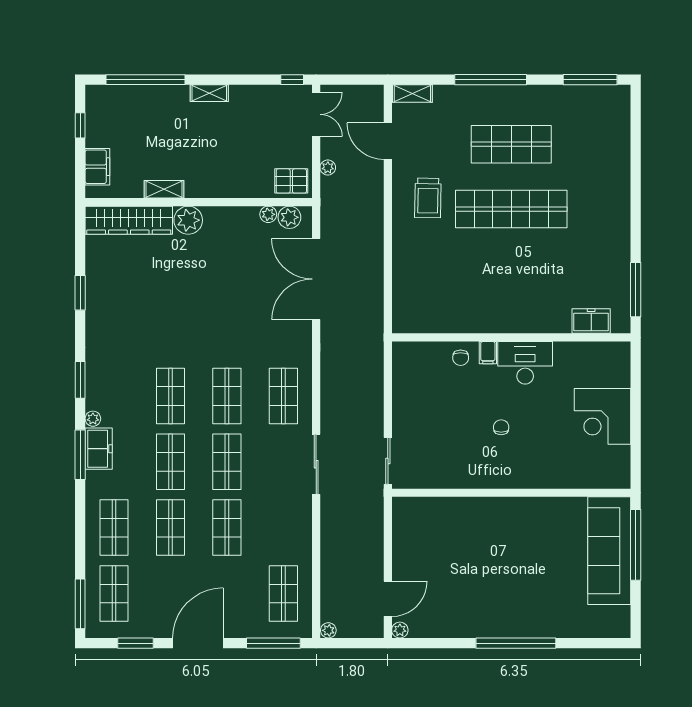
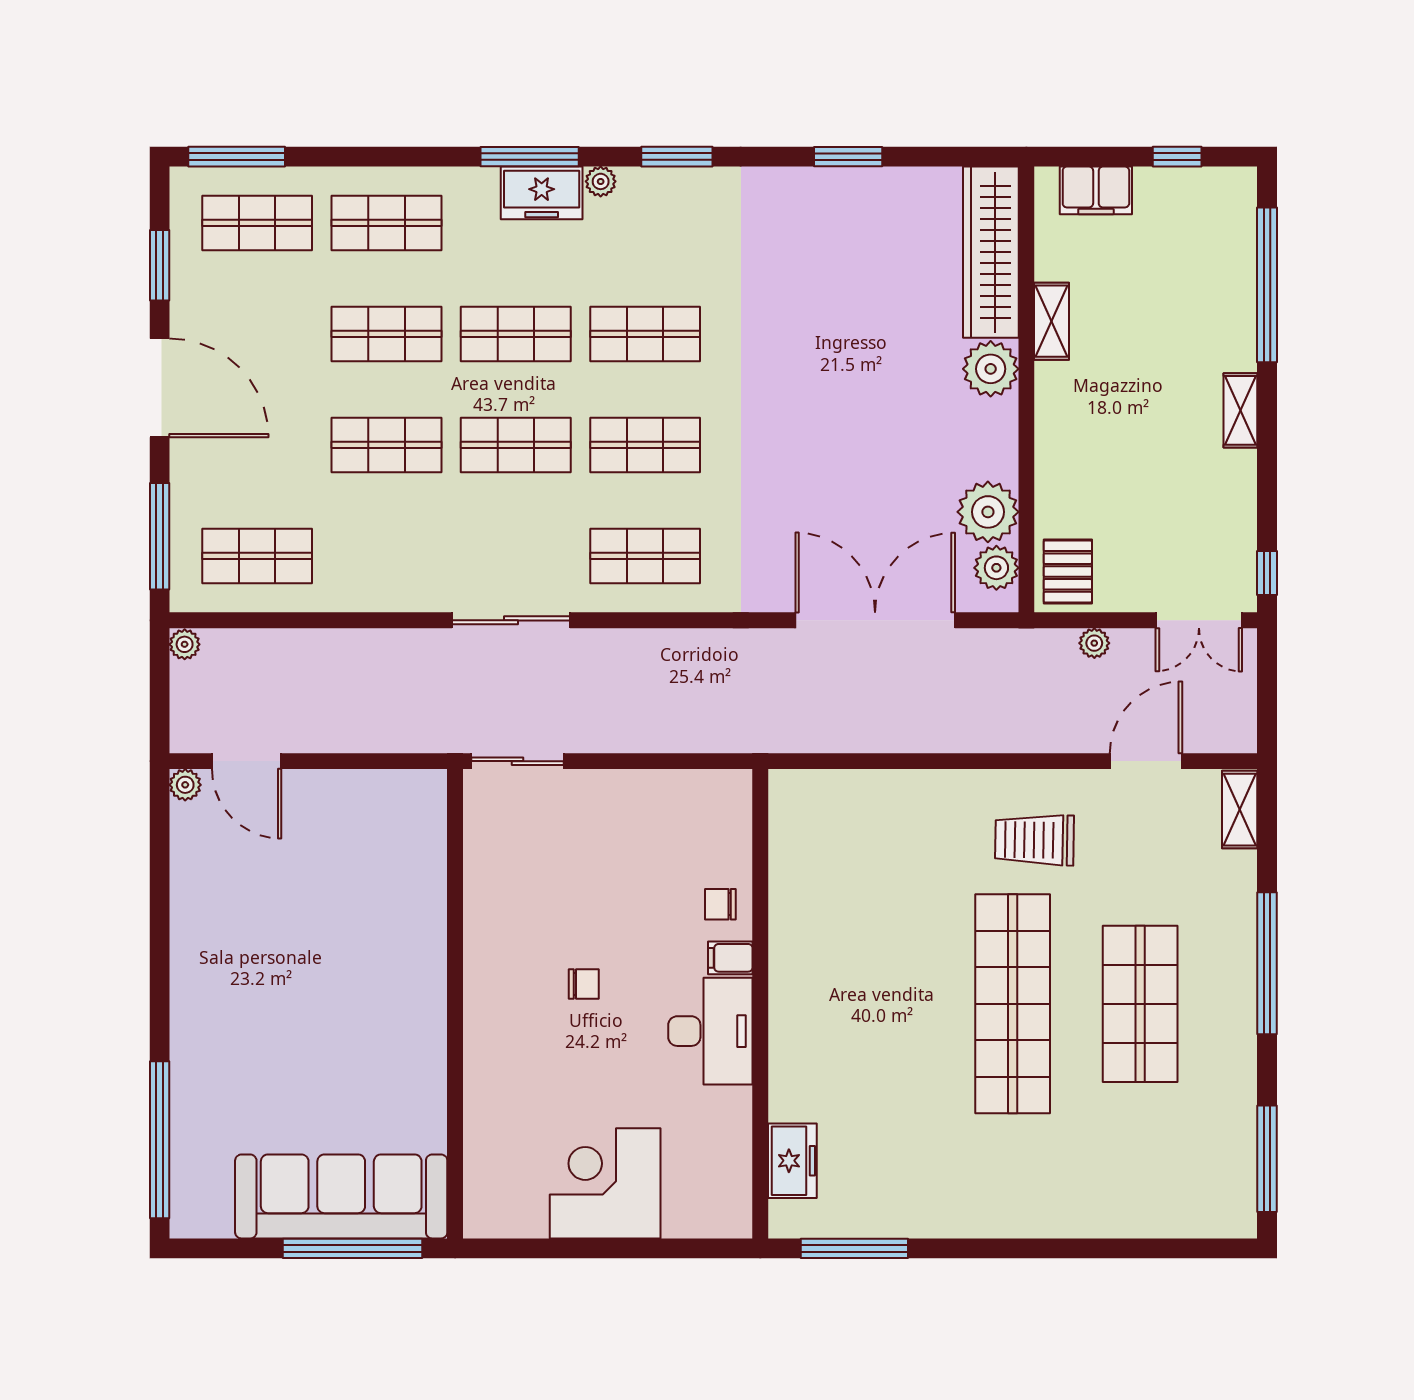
plant: (268, 214) -> (988, 512), width x1.88, depth x1.88
window: (516, 643) -> (160, 1140), moved

